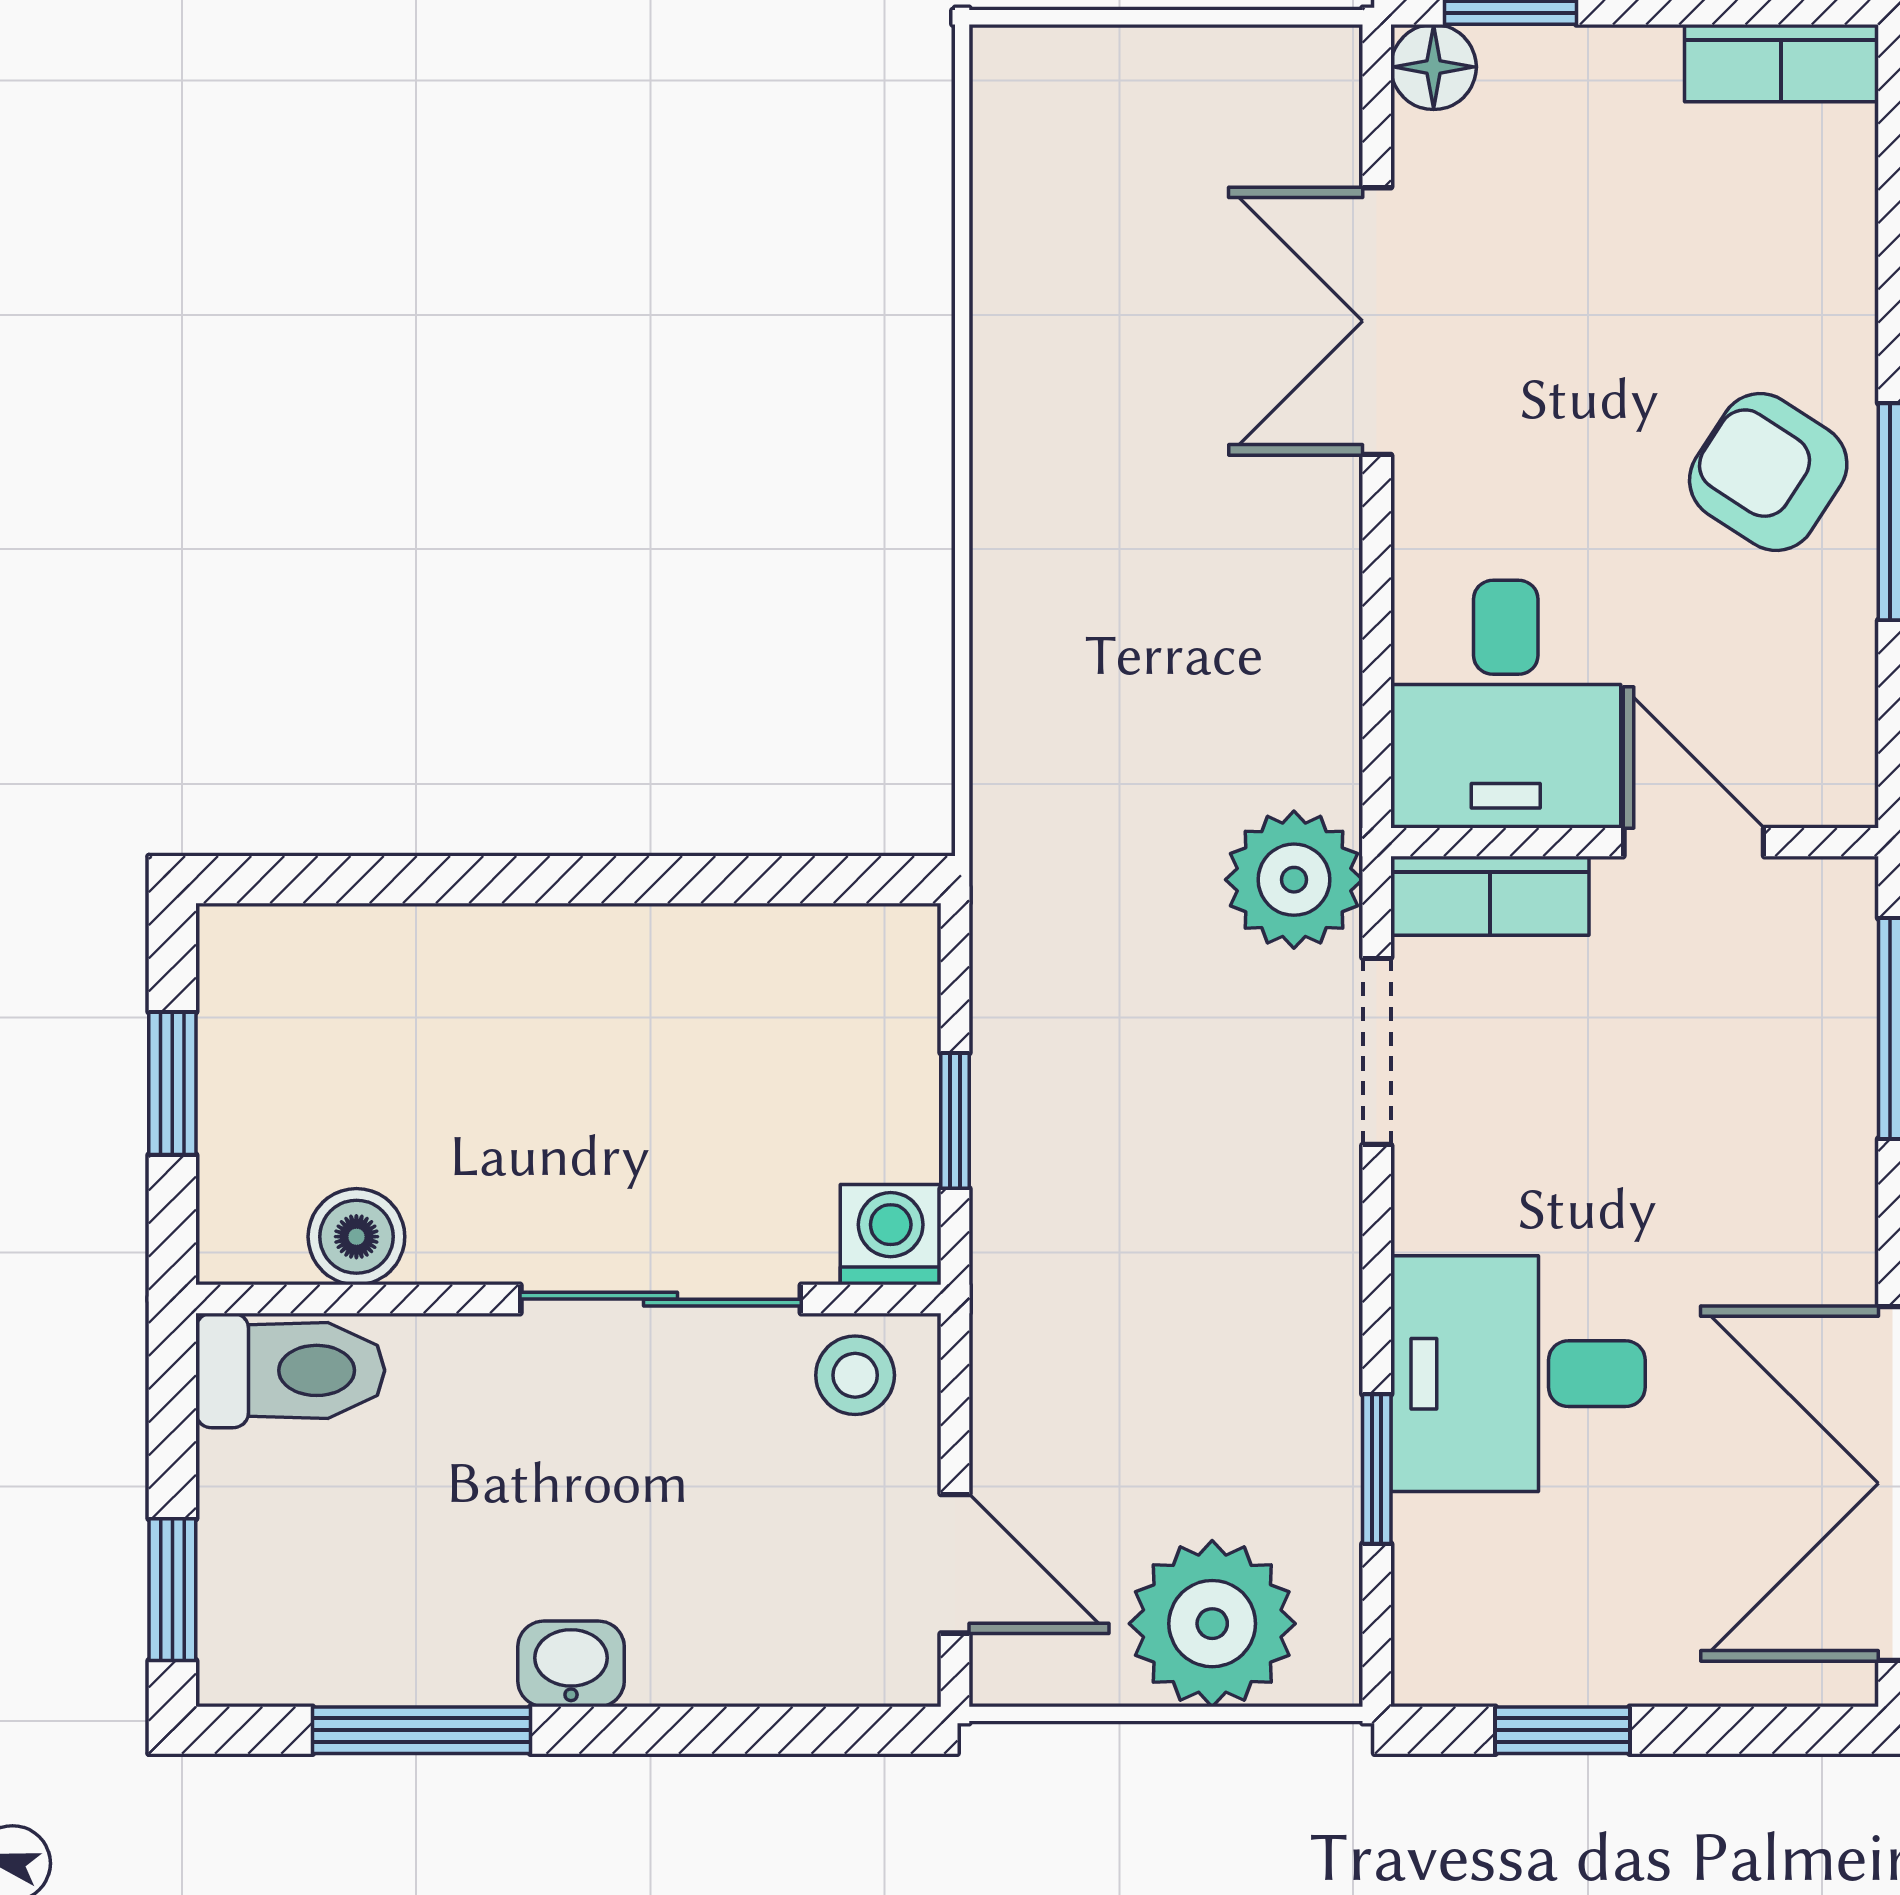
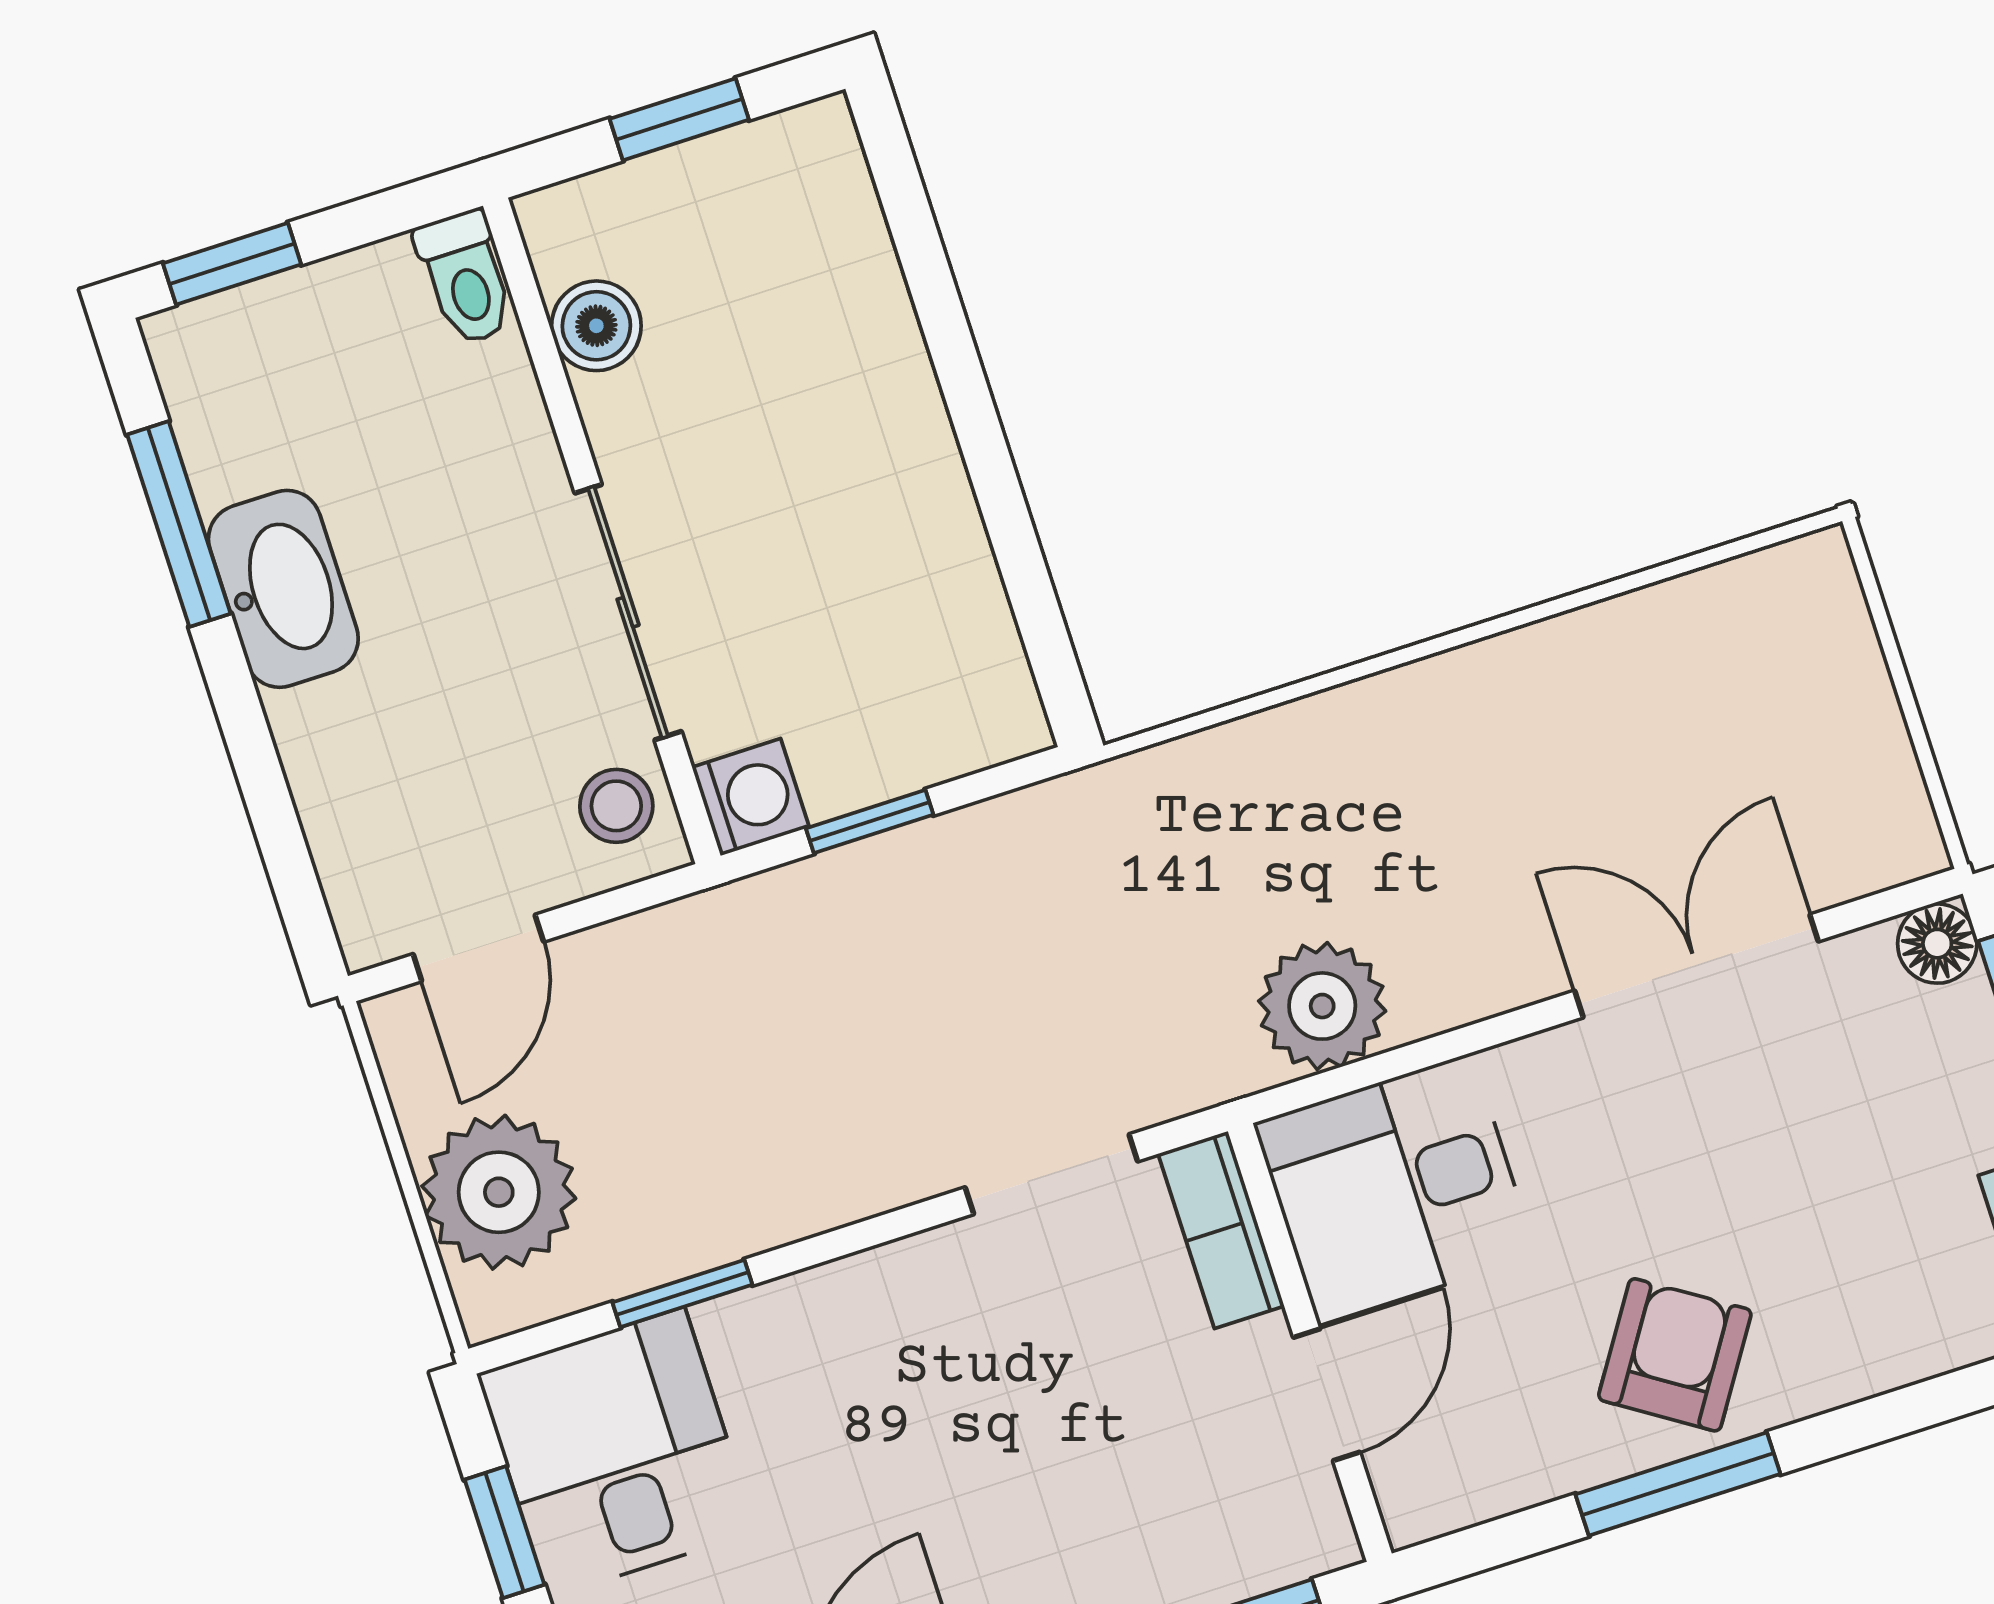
plant: (1294, 880) -> (1322, 1006), moved
toilet: (290, 1370) -> (466, 278), width x0.73, depth x0.72
desk: (1518, 1374) -> (617, 1453), moved
washbasin: (571, 1664) -> (283, 589), width x1.91, depth x1.45

